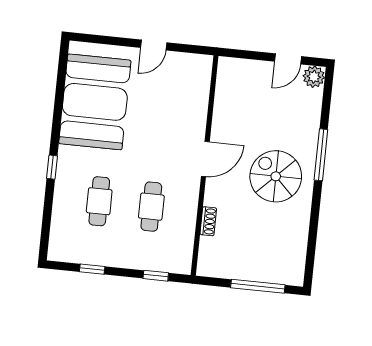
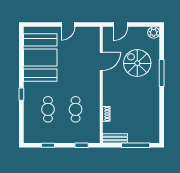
door: (288, 59) -> (121, 25), moved
door: (205, 159) -> (101, 61), moved
spiral stairs: (276, 176) -> (137, 63), moved
bench: (220, 269) -> (115, 138), added

